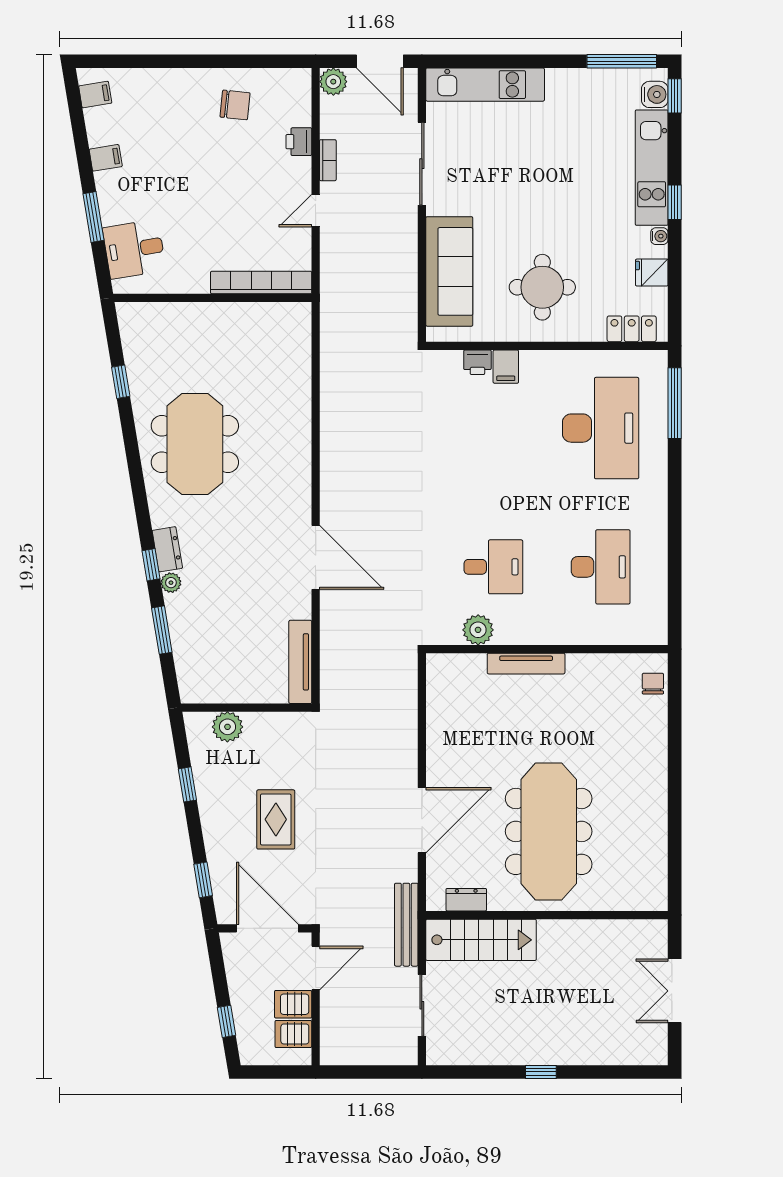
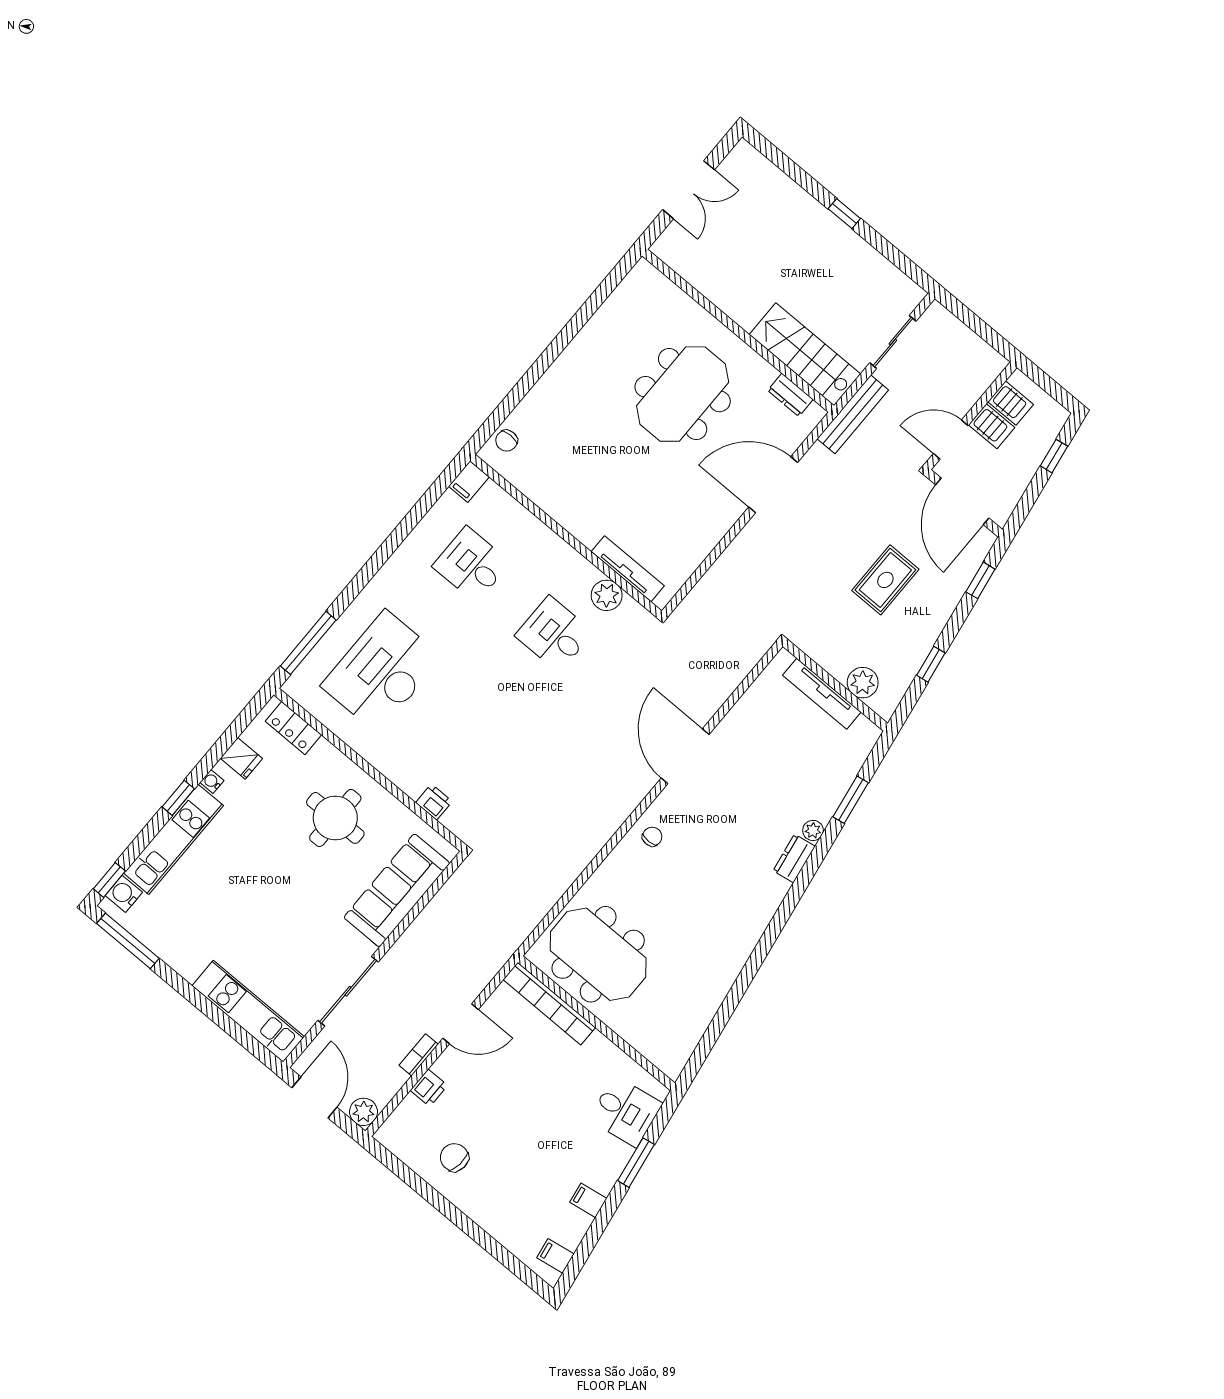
door: (316, 211) -> (461, 1024), width x1.38
filing cabinet: (506, 367) -> (469, 482), moved, turned 180
window: (121, 382) -> (722, 1018), removed
meeting table: (195, 444) -> (598, 954), moved, turned 90
chair: (289, 475) -> (652, 837), added
window: (151, 565) -> (817, 857), removed
desk: (601, 567) -> (471, 565), width x0.73
tv unit: (300, 662) -> (822, 694), moved, turned 90
tv unit: (526, 664) -> (628, 569), moved
meeting table: (549, 831) -> (683, 394), width x0.73

